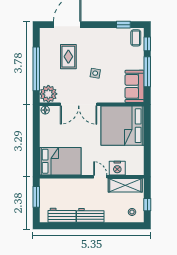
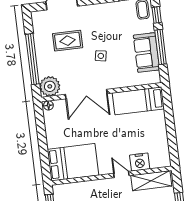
rug: (68, 57) -> (68, 41), turned 90
sofa: (135, 86) -> (146, 52), moved
bed: (123, 126) -> (138, 101), width x0.49

